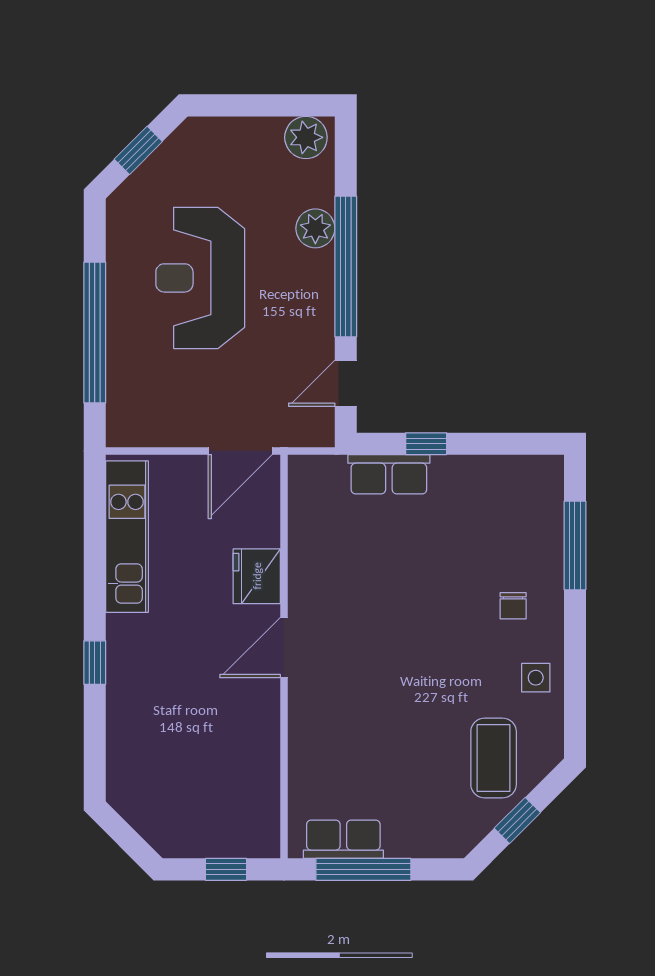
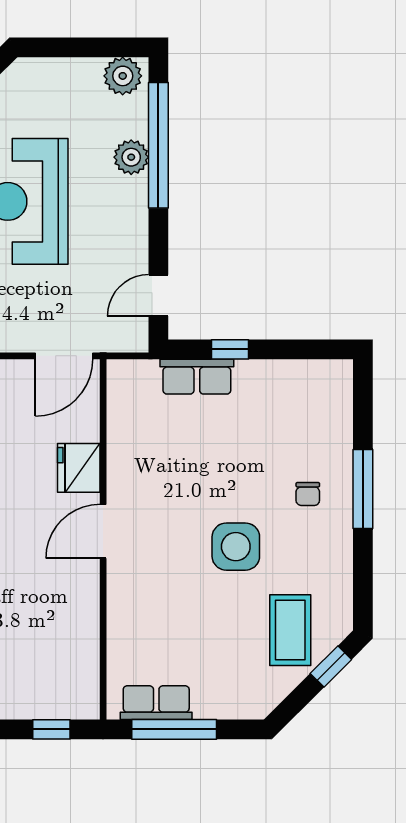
window: (346, 266) -> (158, 145), moved
window: (575, 545) -> (363, 489), moved
side table: (536, 678) -> (236, 547), moved, width x1.87, depth x1.87
window: (517, 820) -> (331, 666), moved

